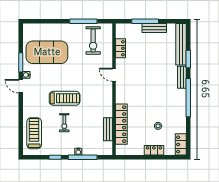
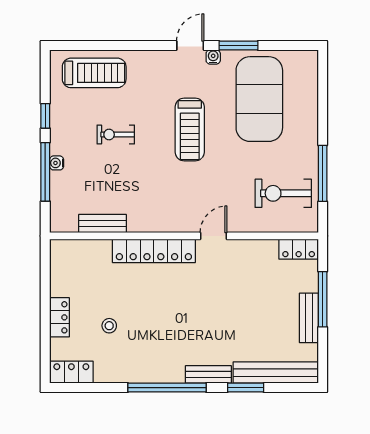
locker: (120, 48) -> (299, 249), moved
treadmill: (65, 98) -> (190, 129), moved
locker: (121, 124) -> (154, 251), moved

